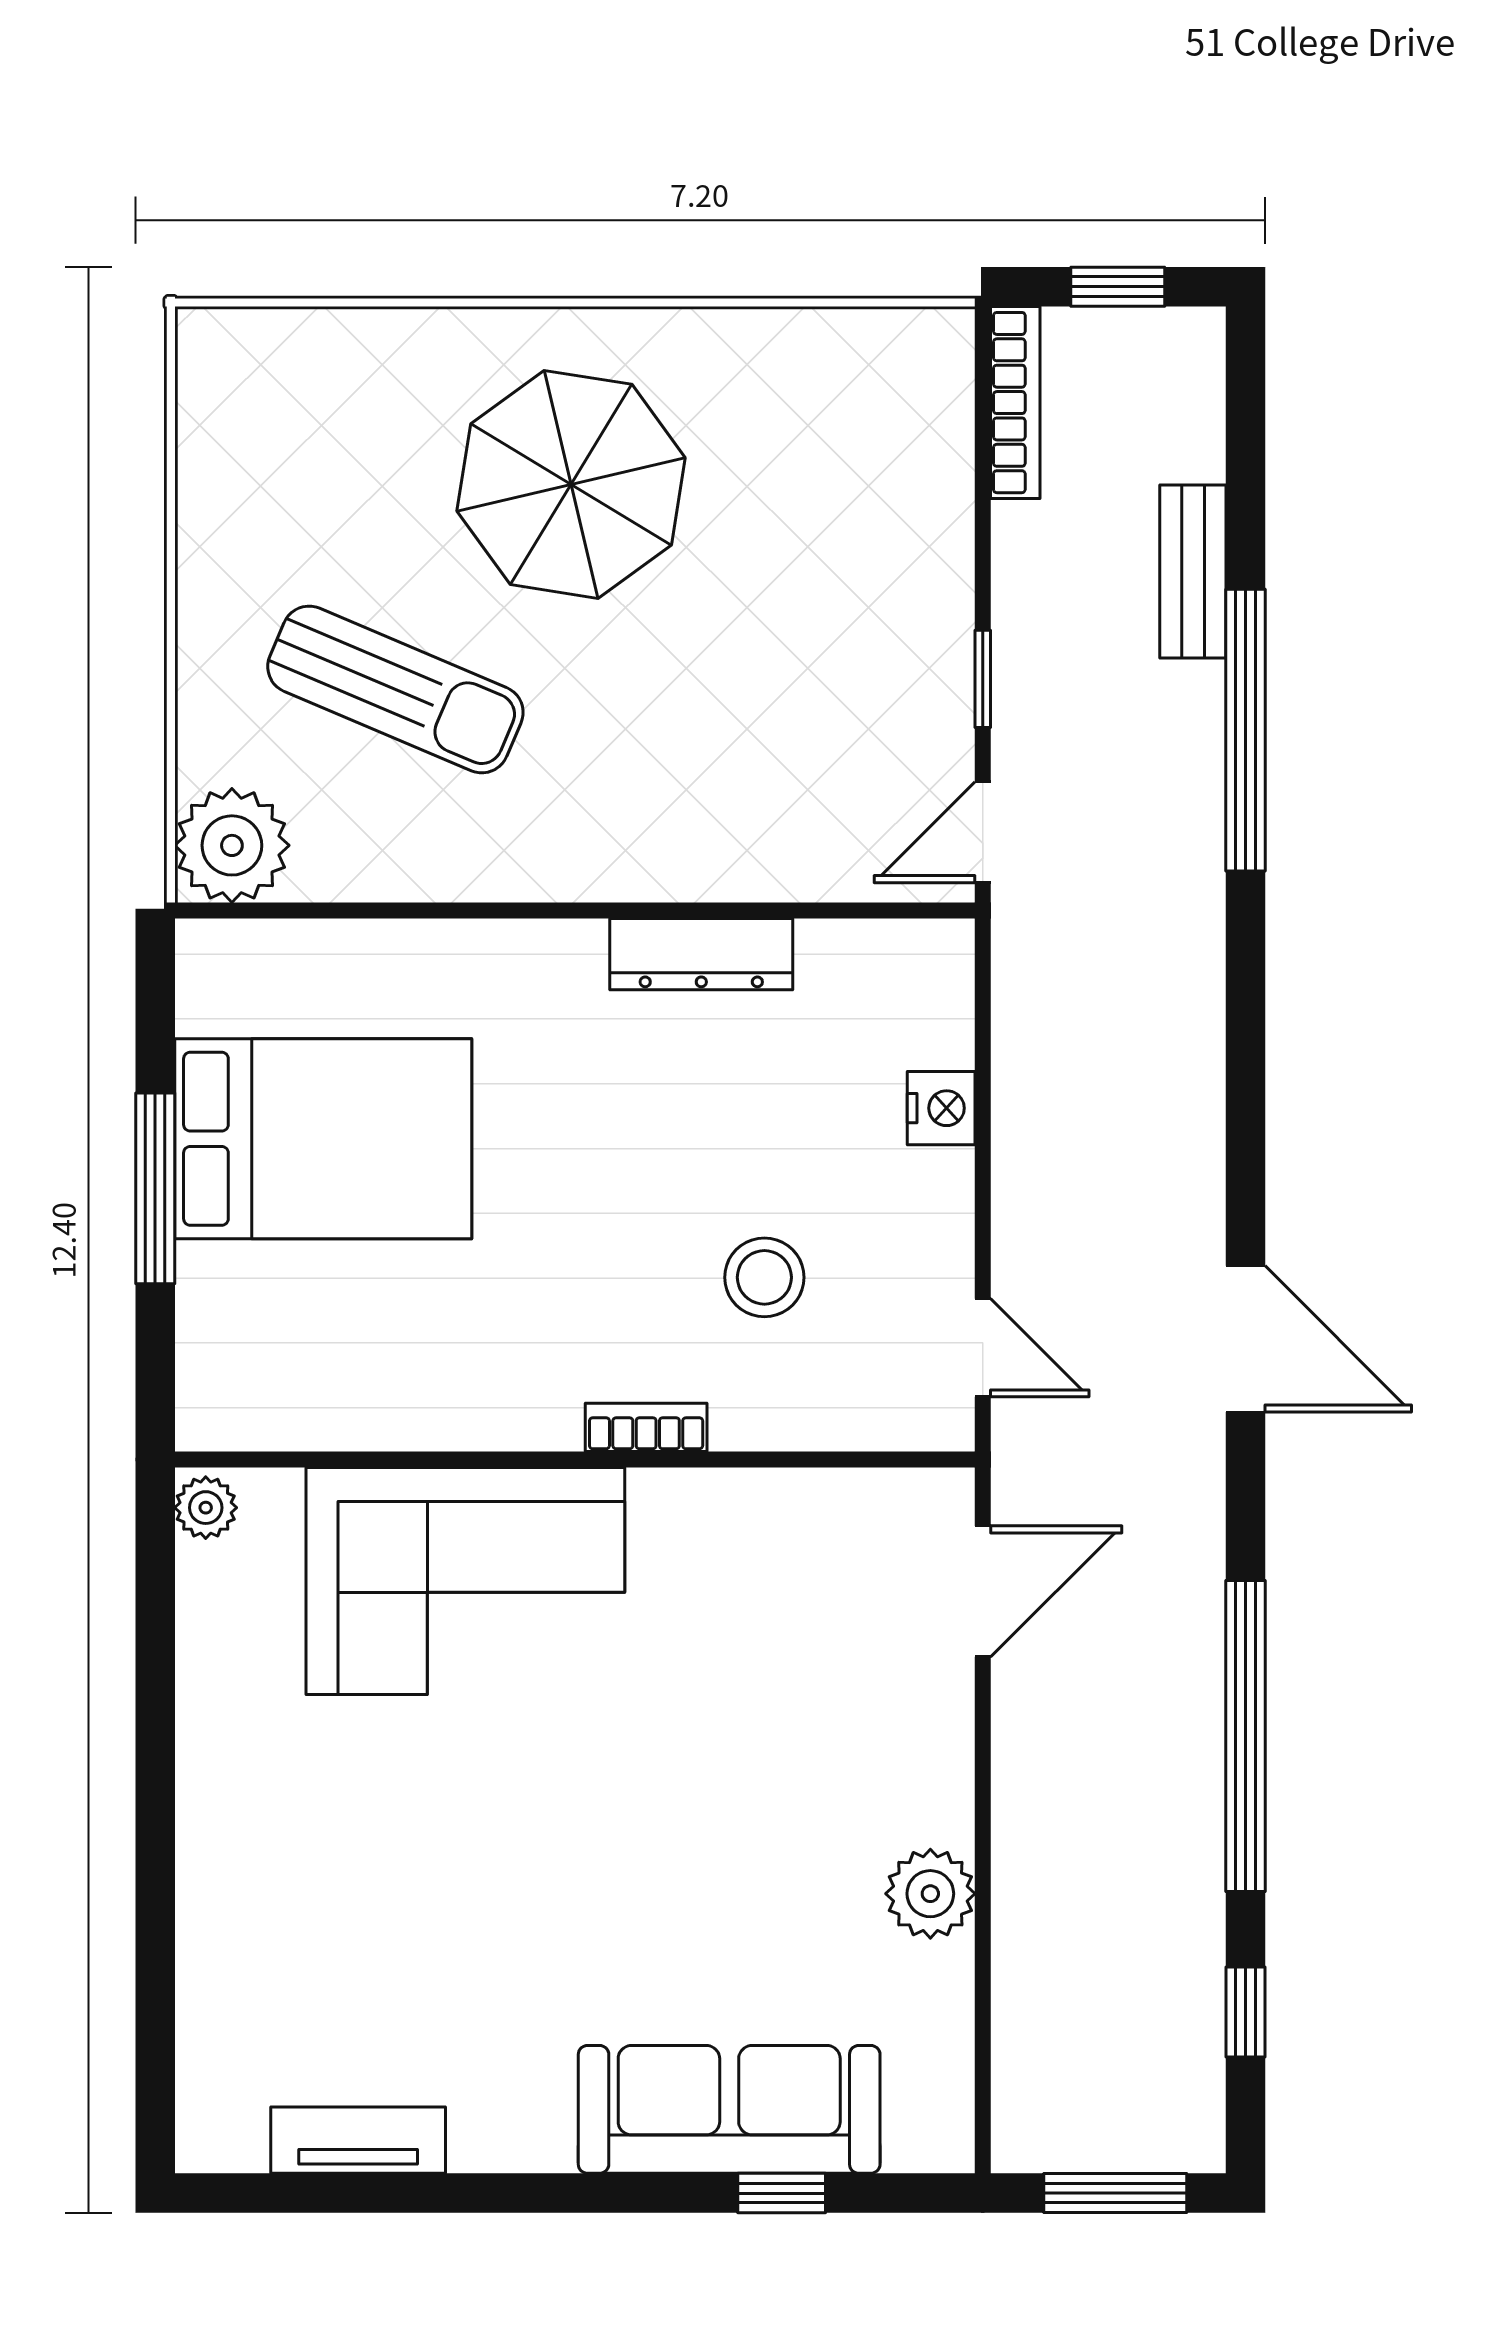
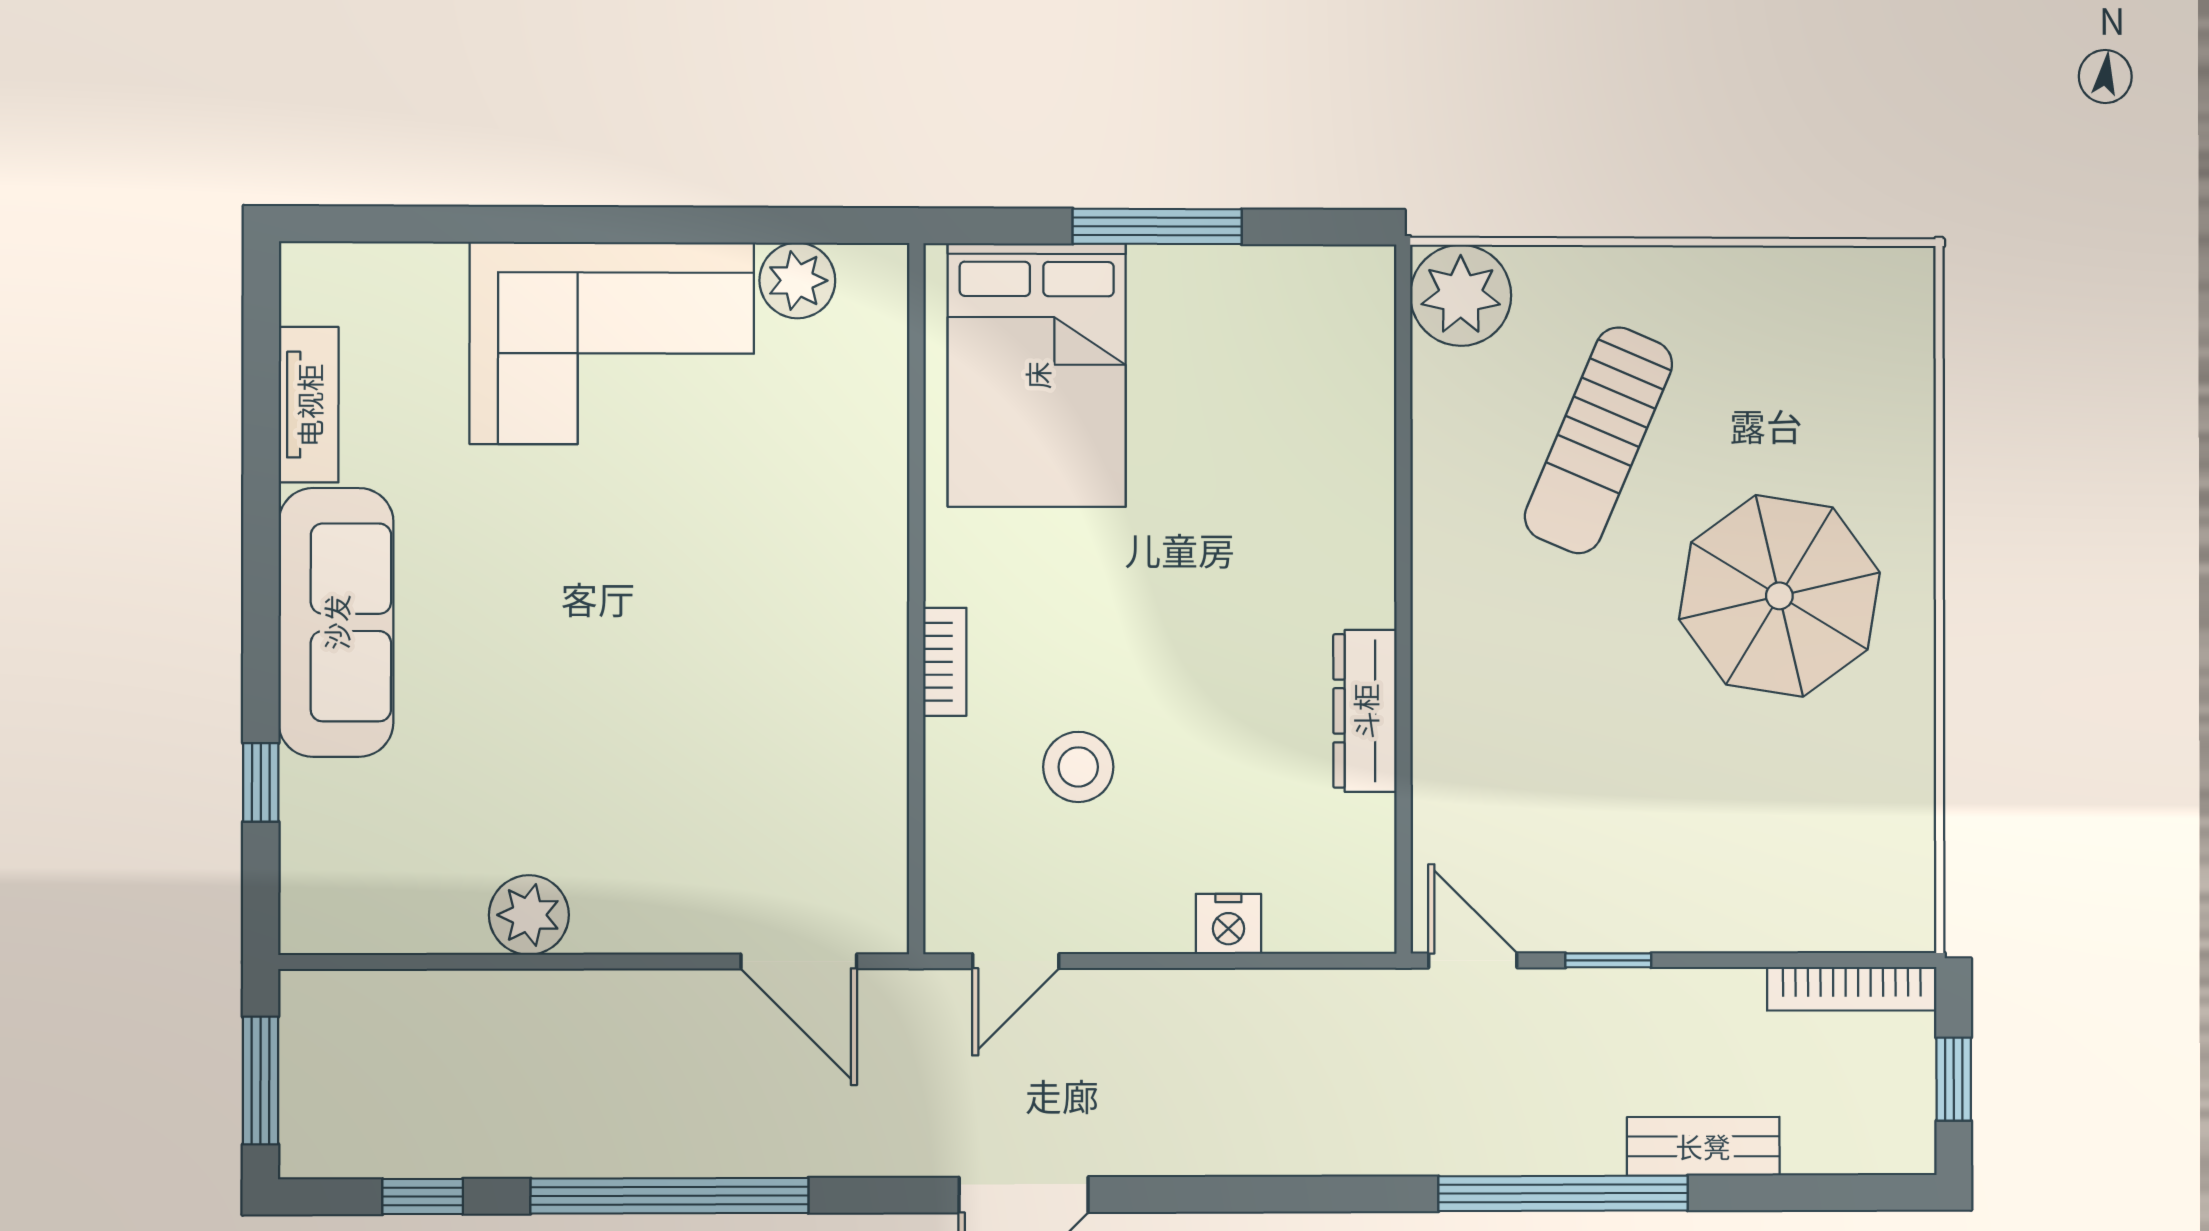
bed: (323, 1139) -> (1037, 375), moved
plant: (206, 1508) -> (797, 280), moved, width x1.38, depth x1.38
corner sofa: (465, 1581) -> (612, 343), moved, turned -90
sofa: (729, 2109) -> (336, 622), moved

